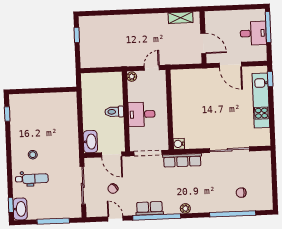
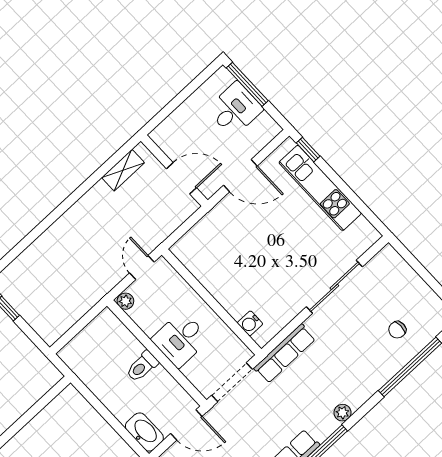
water cooler: (179, 144) -> (250, 323), moved

